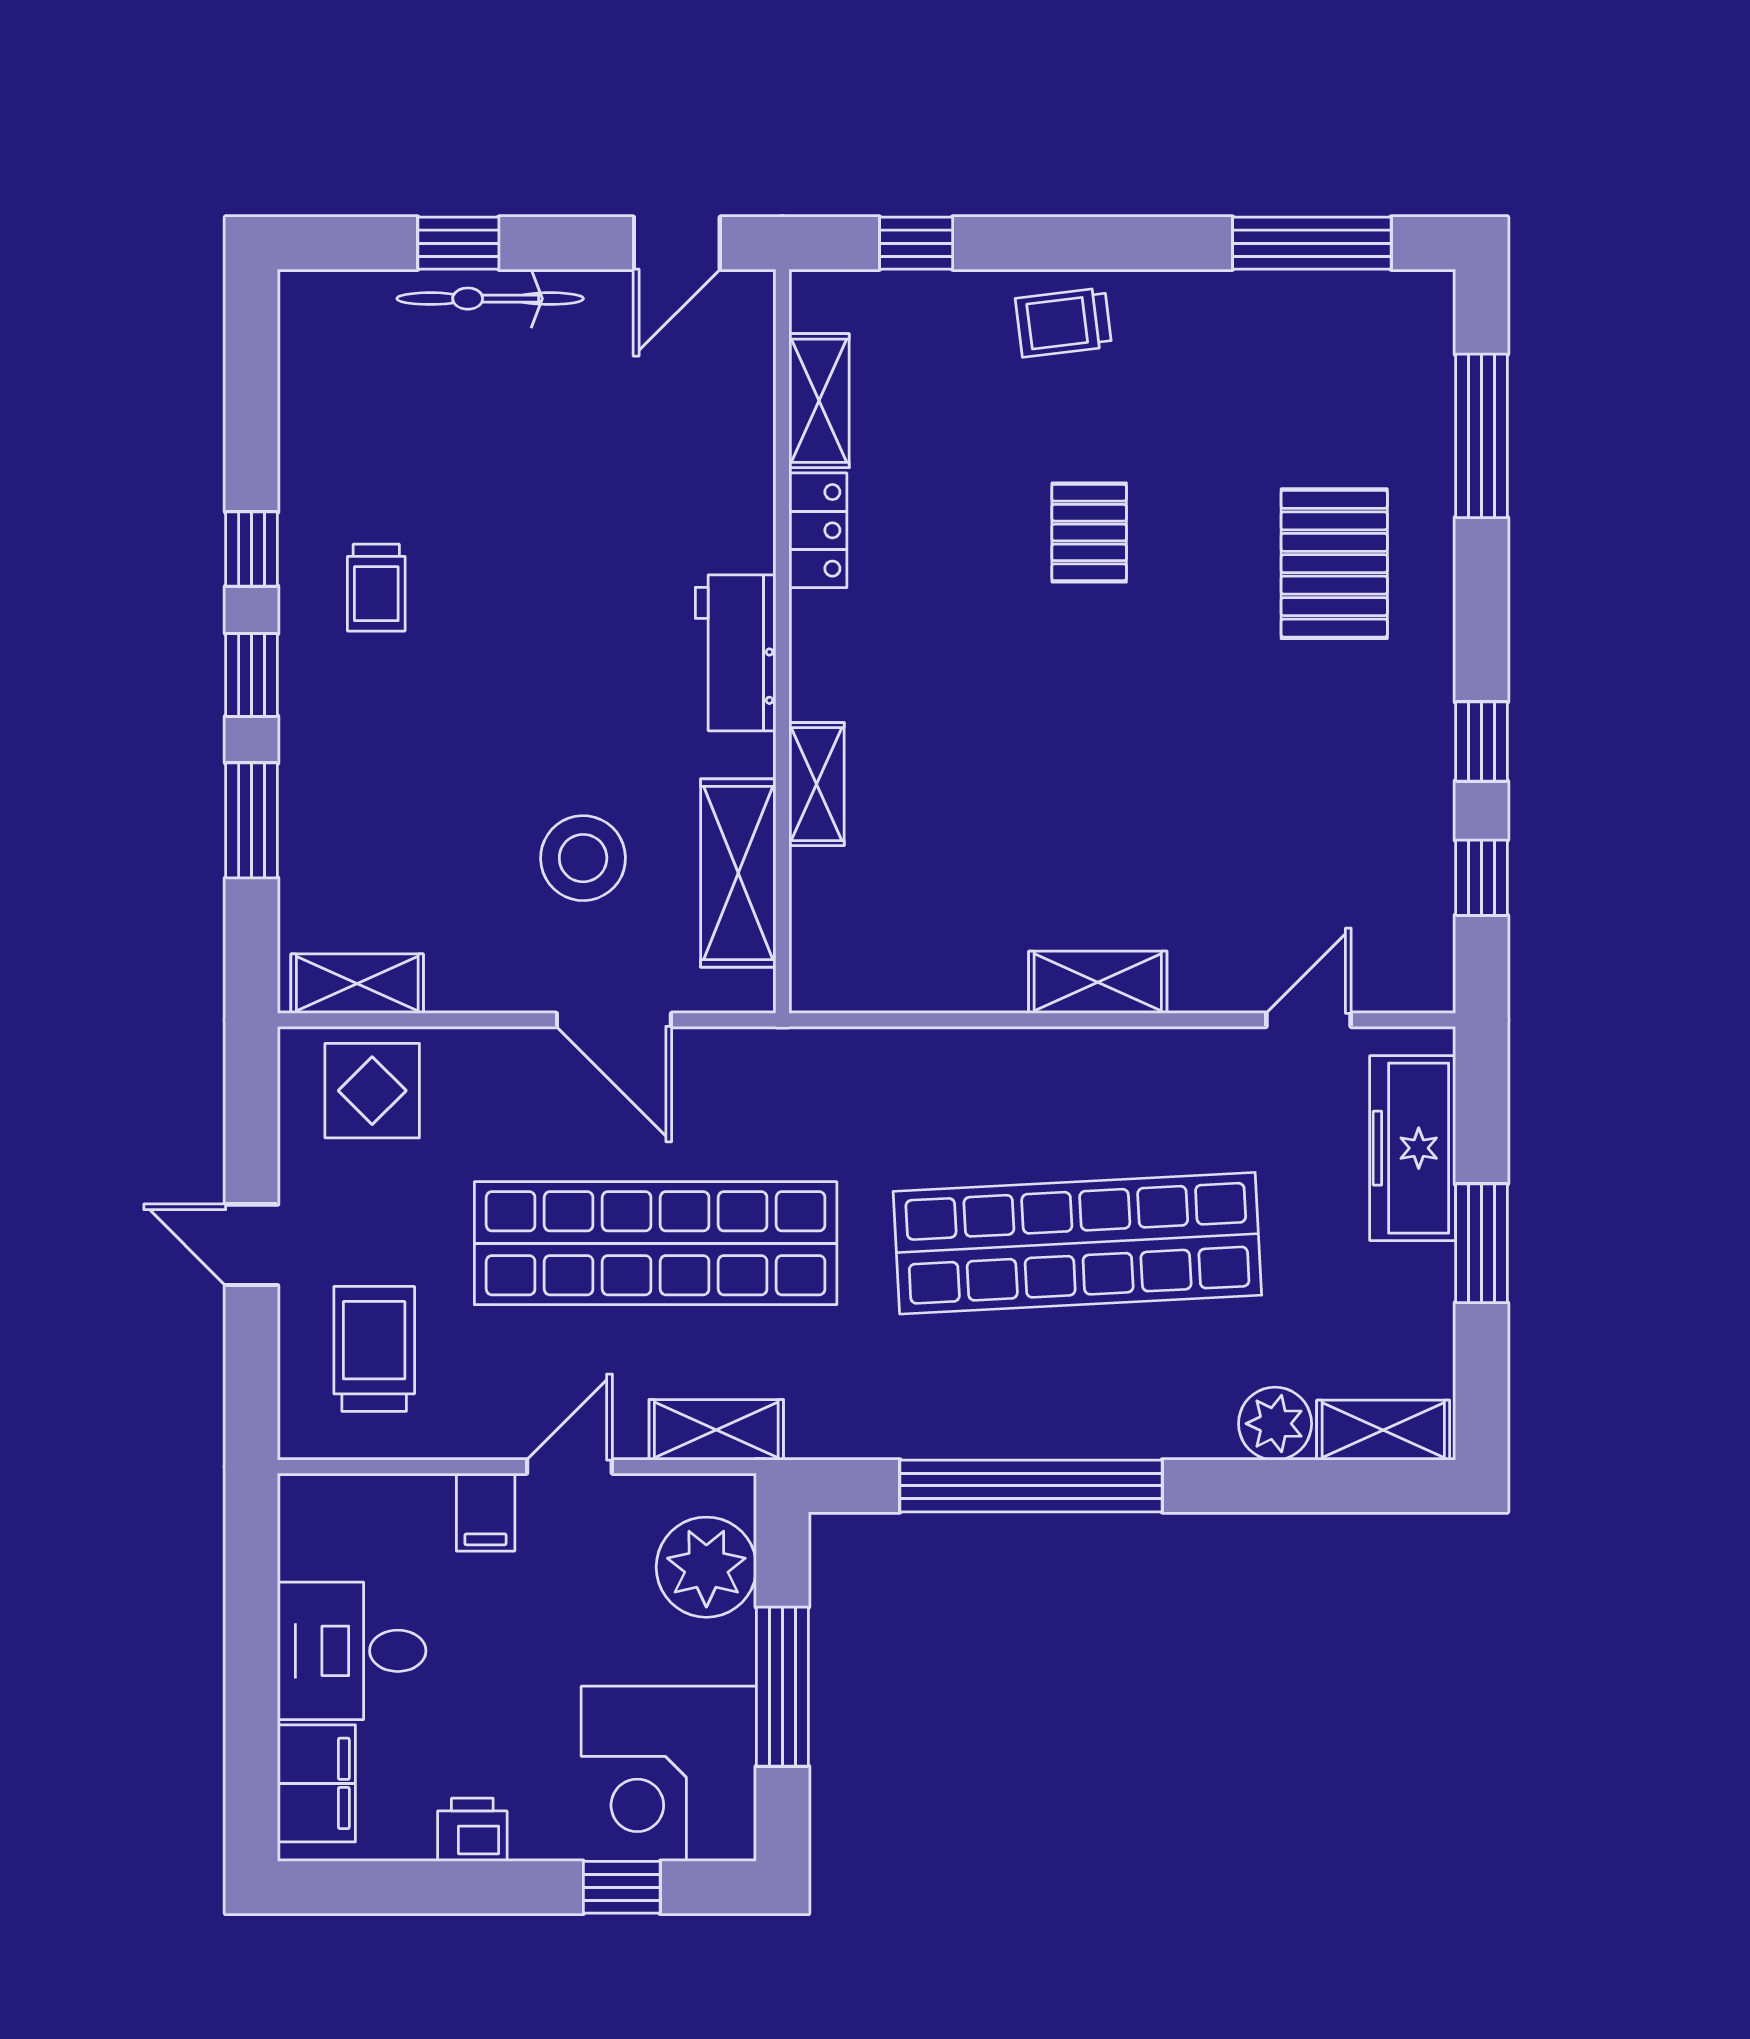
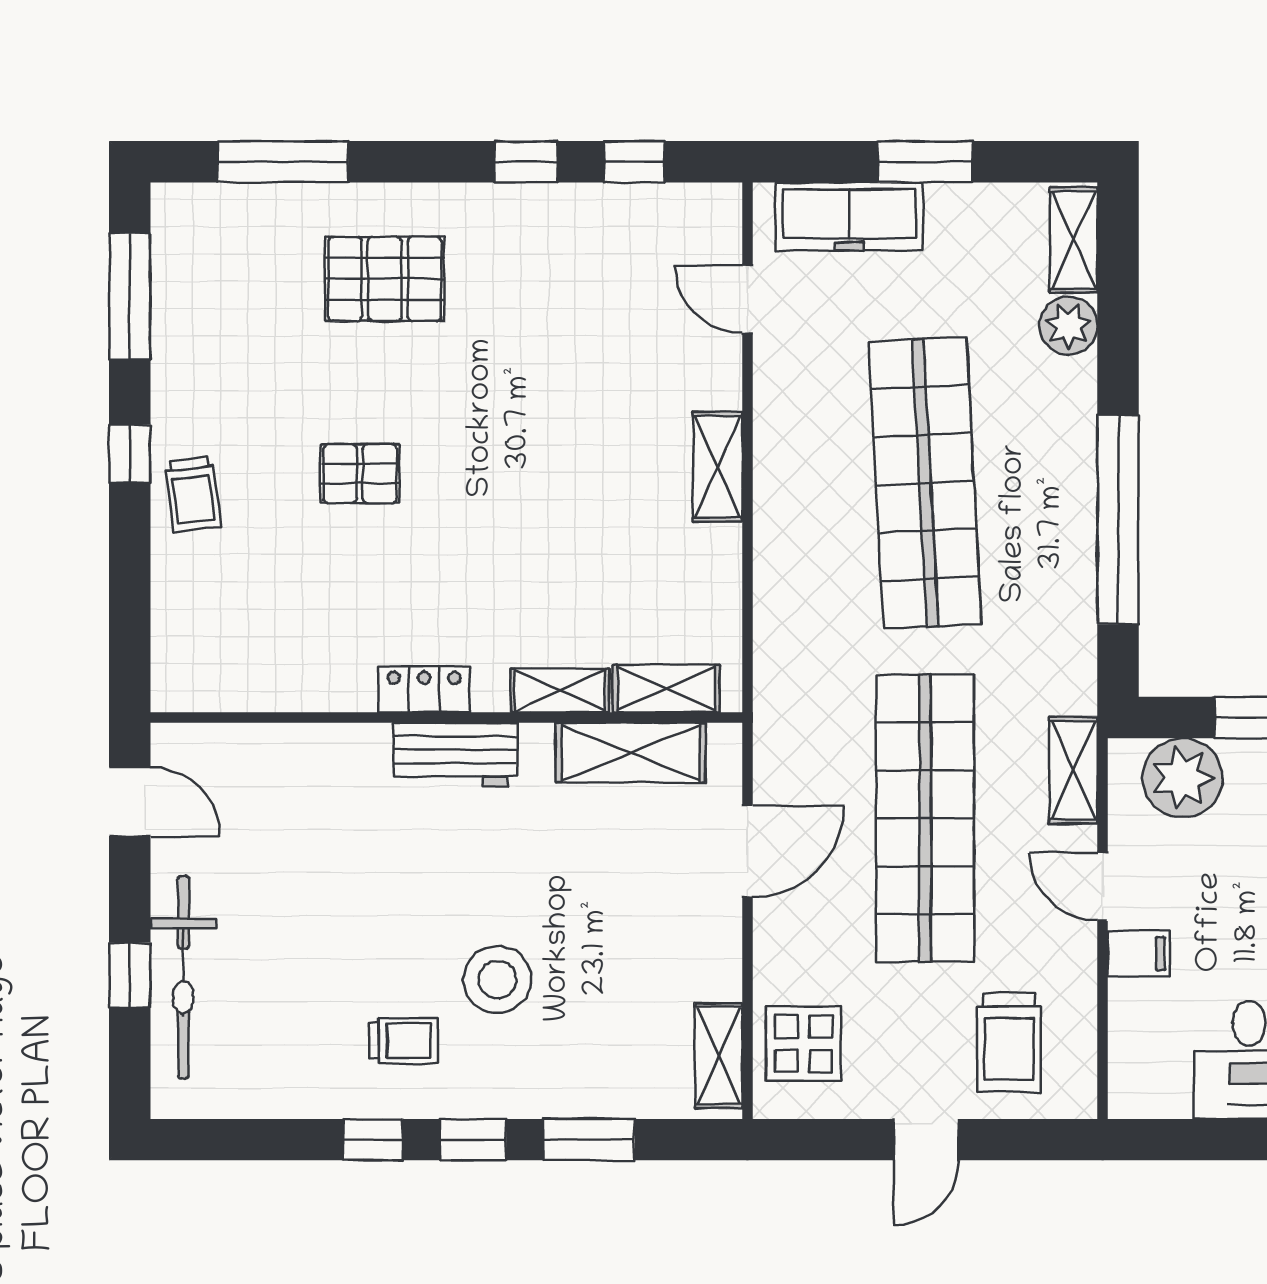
window: (916, 243) -> (130, 454), moved
bicycle: (490, 299) -> (183, 977), width x1.37, depth x1.40
shelving: (819, 401) -> (666, 688), moved
locker: (818, 530) -> (424, 689), moved
stool: (583, 858) -> (497, 979), moved
trolley: (374, 1349) -> (1009, 1042), turned -90

